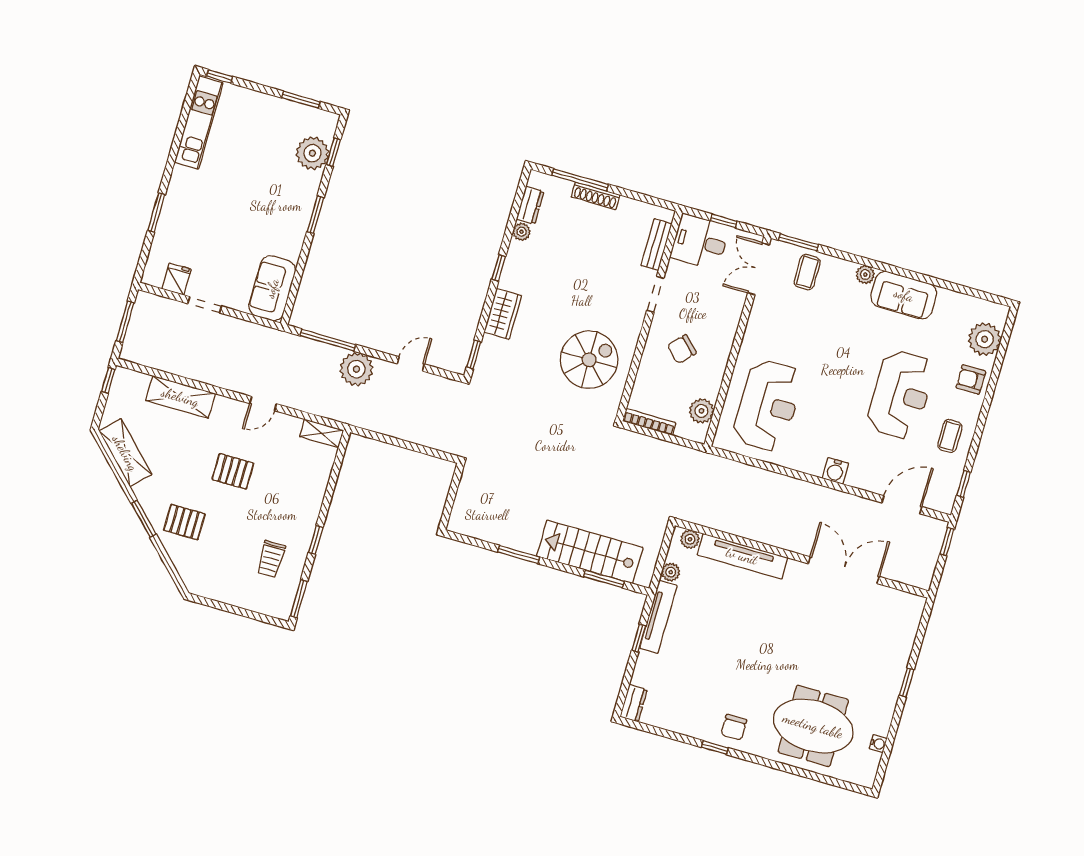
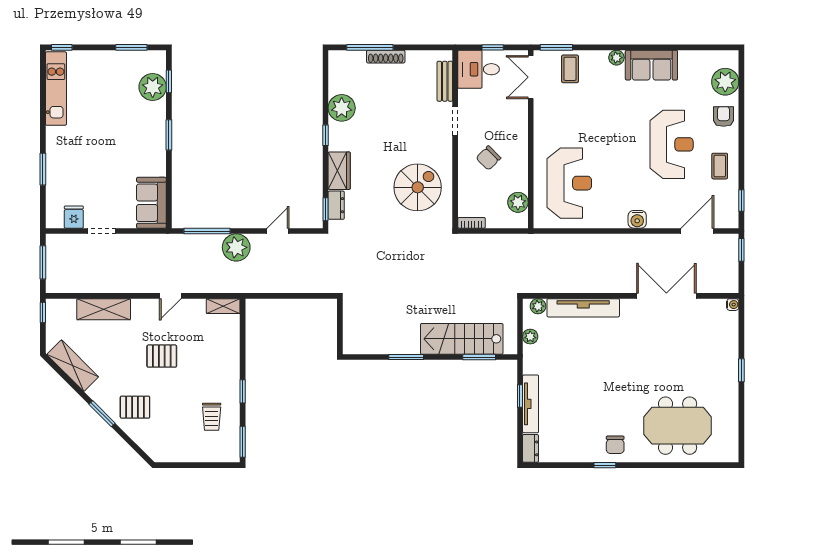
dresser: (530, 205) -> (336, 205), moved
plant: (522, 232) -> (342, 108), width x1.88, depth x1.88
armchair: (971, 379) -> (724, 117), turned 90
bookcase: (649, 422) -> (472, 223), width x0.64
tv unit: (658, 617) -> (531, 404), moved
water cooler: (878, 744) -> (733, 305), moved

